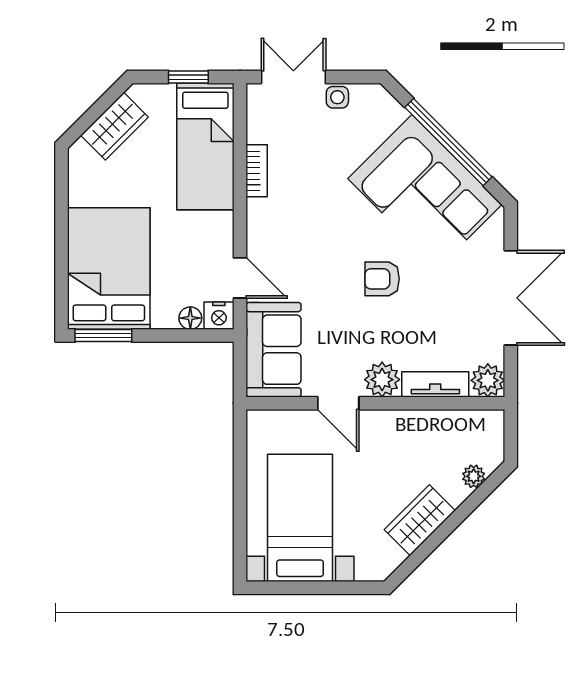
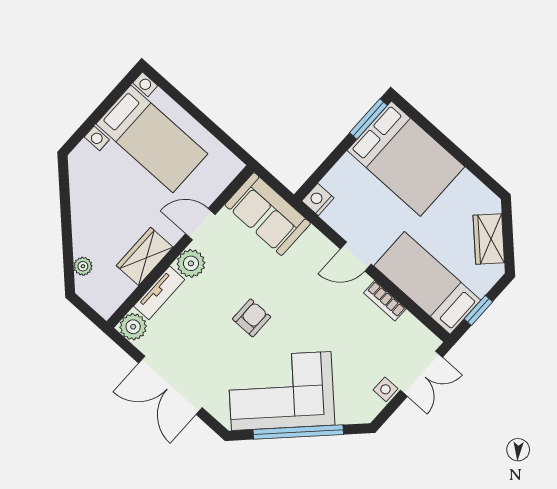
door: (240, 278) -> (356, 256), moved
floor lamp: (190, 318) -> (332, 181), removed
wardrobe: (420, 520) -> (145, 256), moved, turned -135

